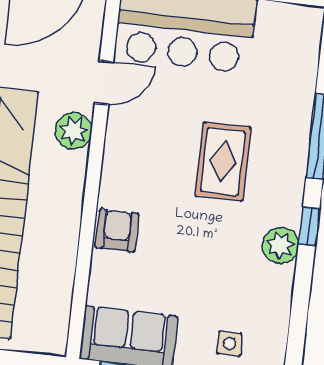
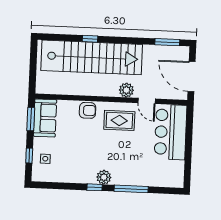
rug: (223, 161) -> (119, 120), moved
plant: (280, 245) -> (104, 177), moved

